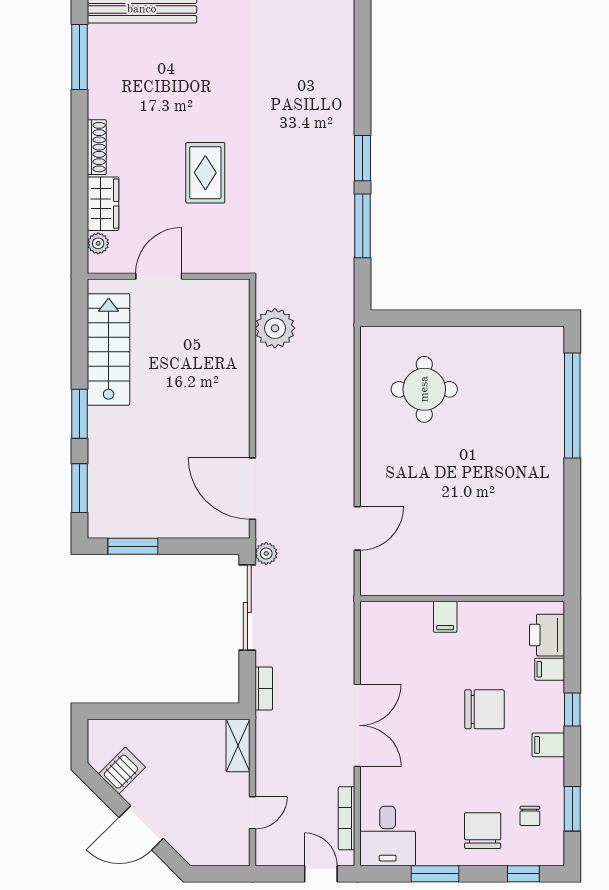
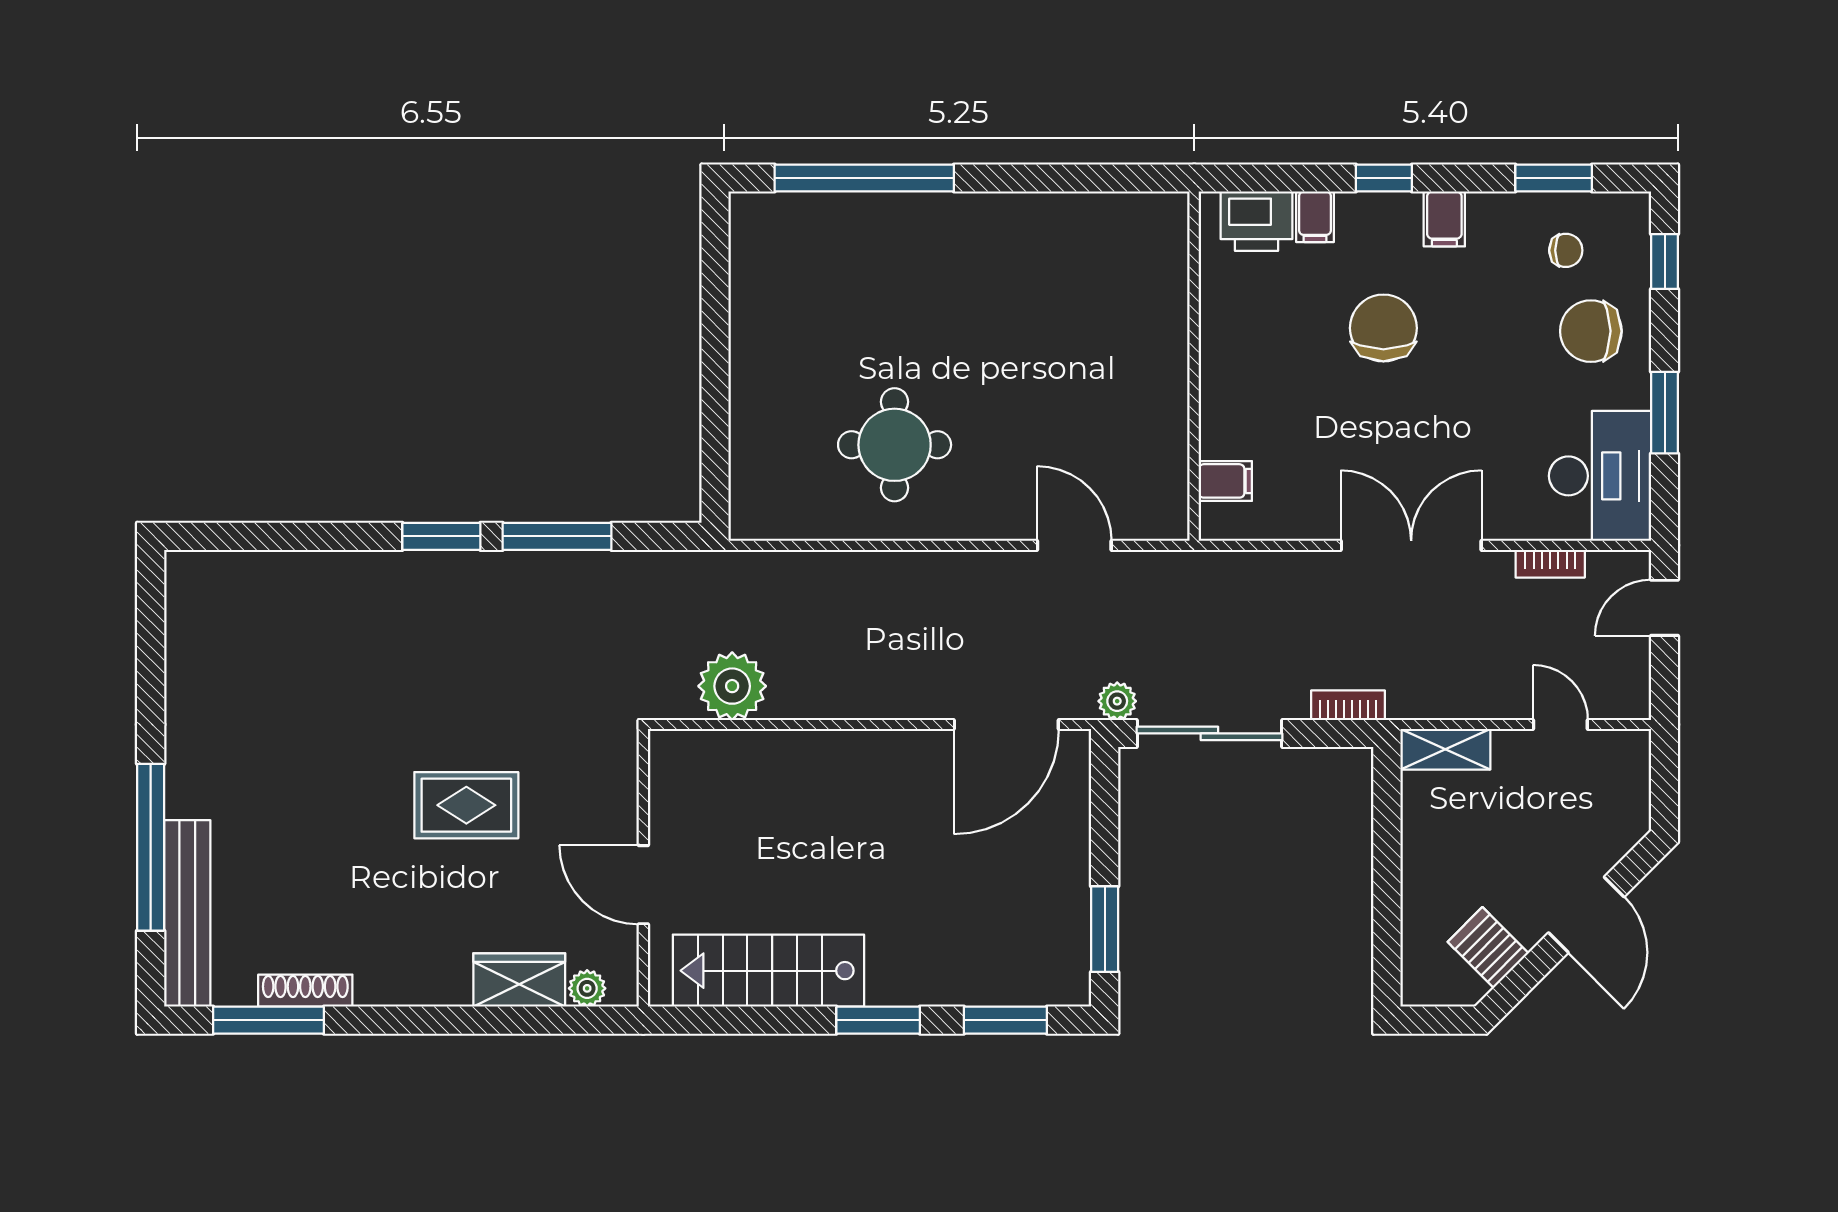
shoe rack: (97, 147) -> (305, 991), moved
round table: (424, 389) -> (895, 445), moved
filing cabinet: (445, 617) -> (1225, 481), moved
bookcase: (347, 818) -> (1550, 564), width x0.64
desk: (388, 836) -> (1600, 476), width x1.37

